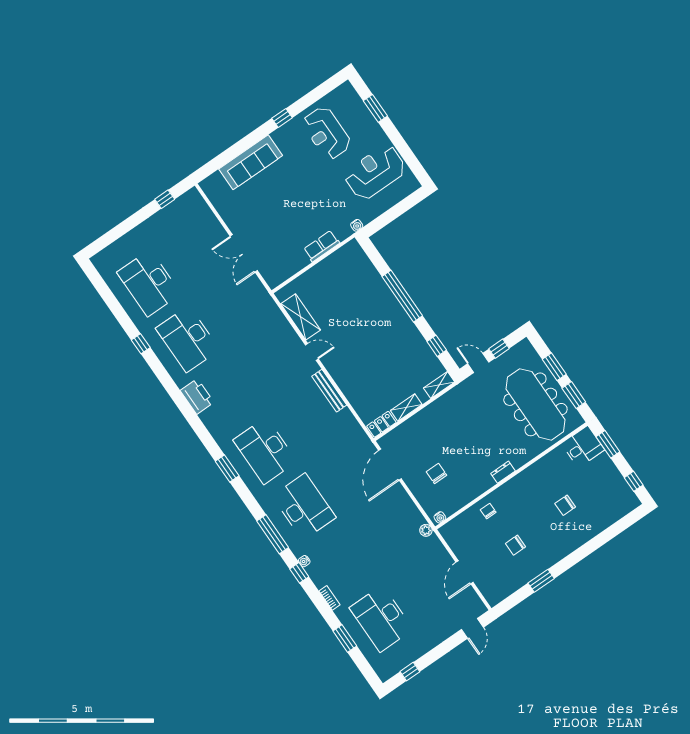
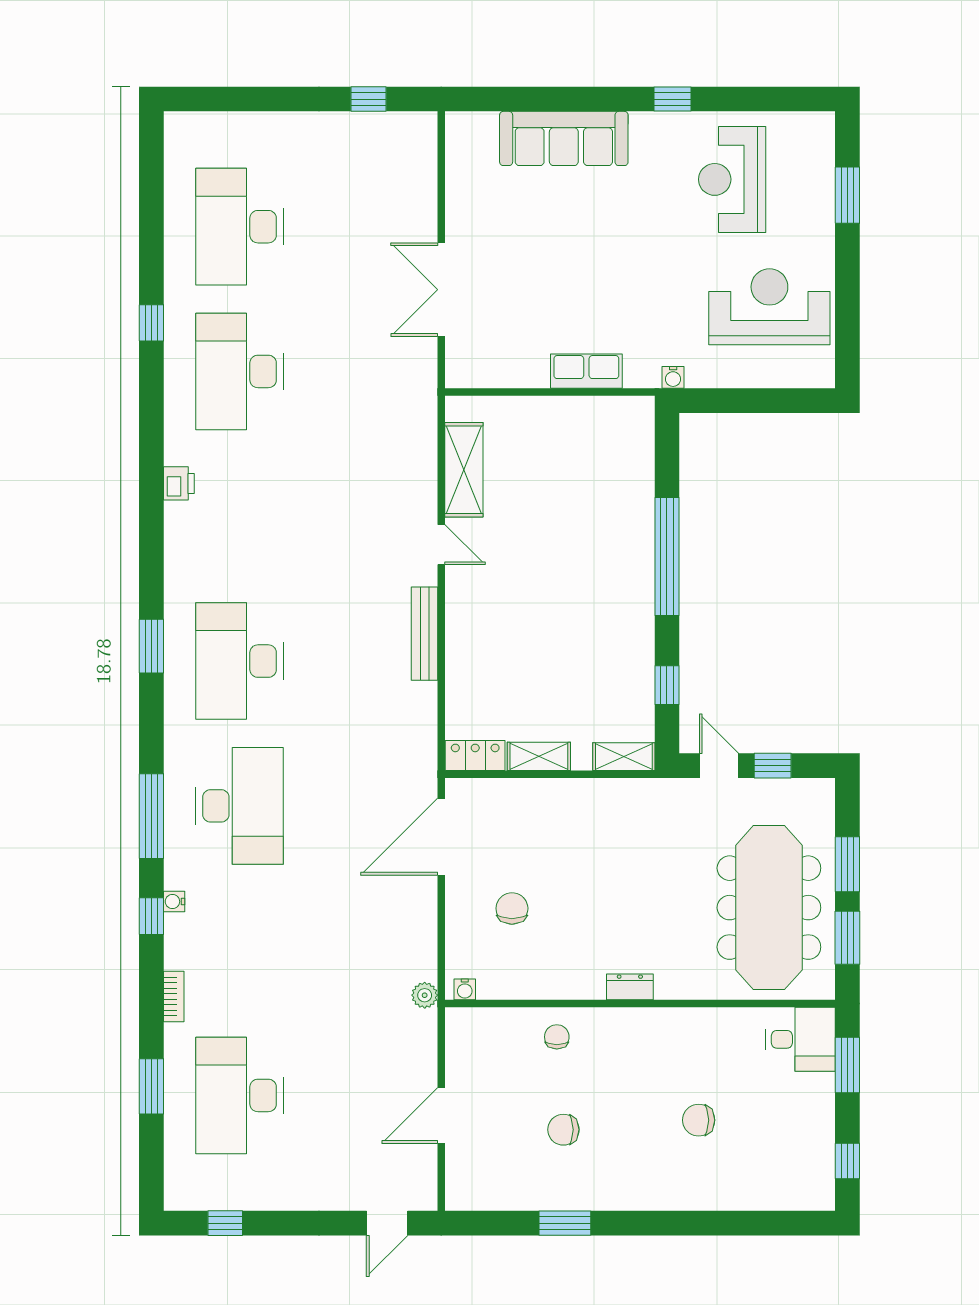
printer: (197, 396) -> (179, 483), width x0.53, depth x0.68

